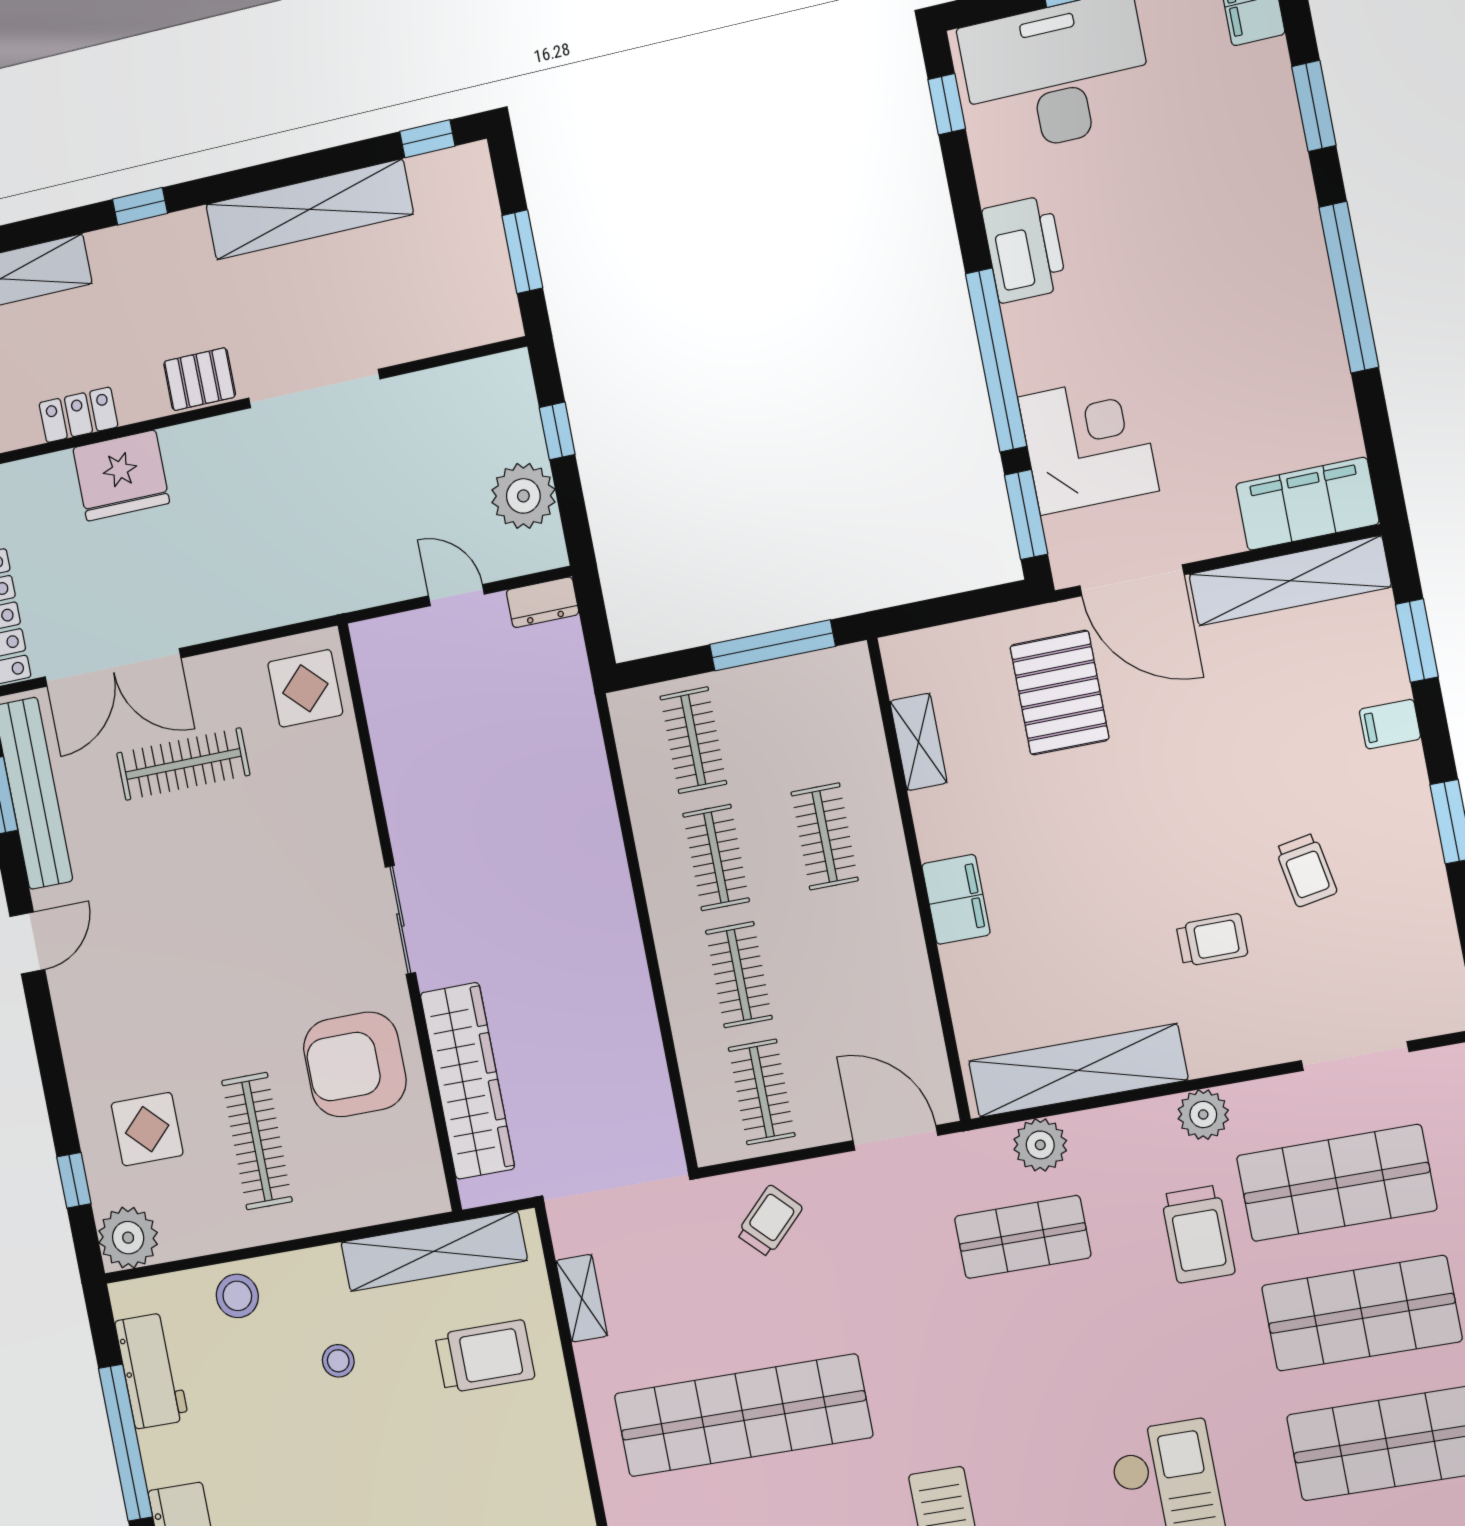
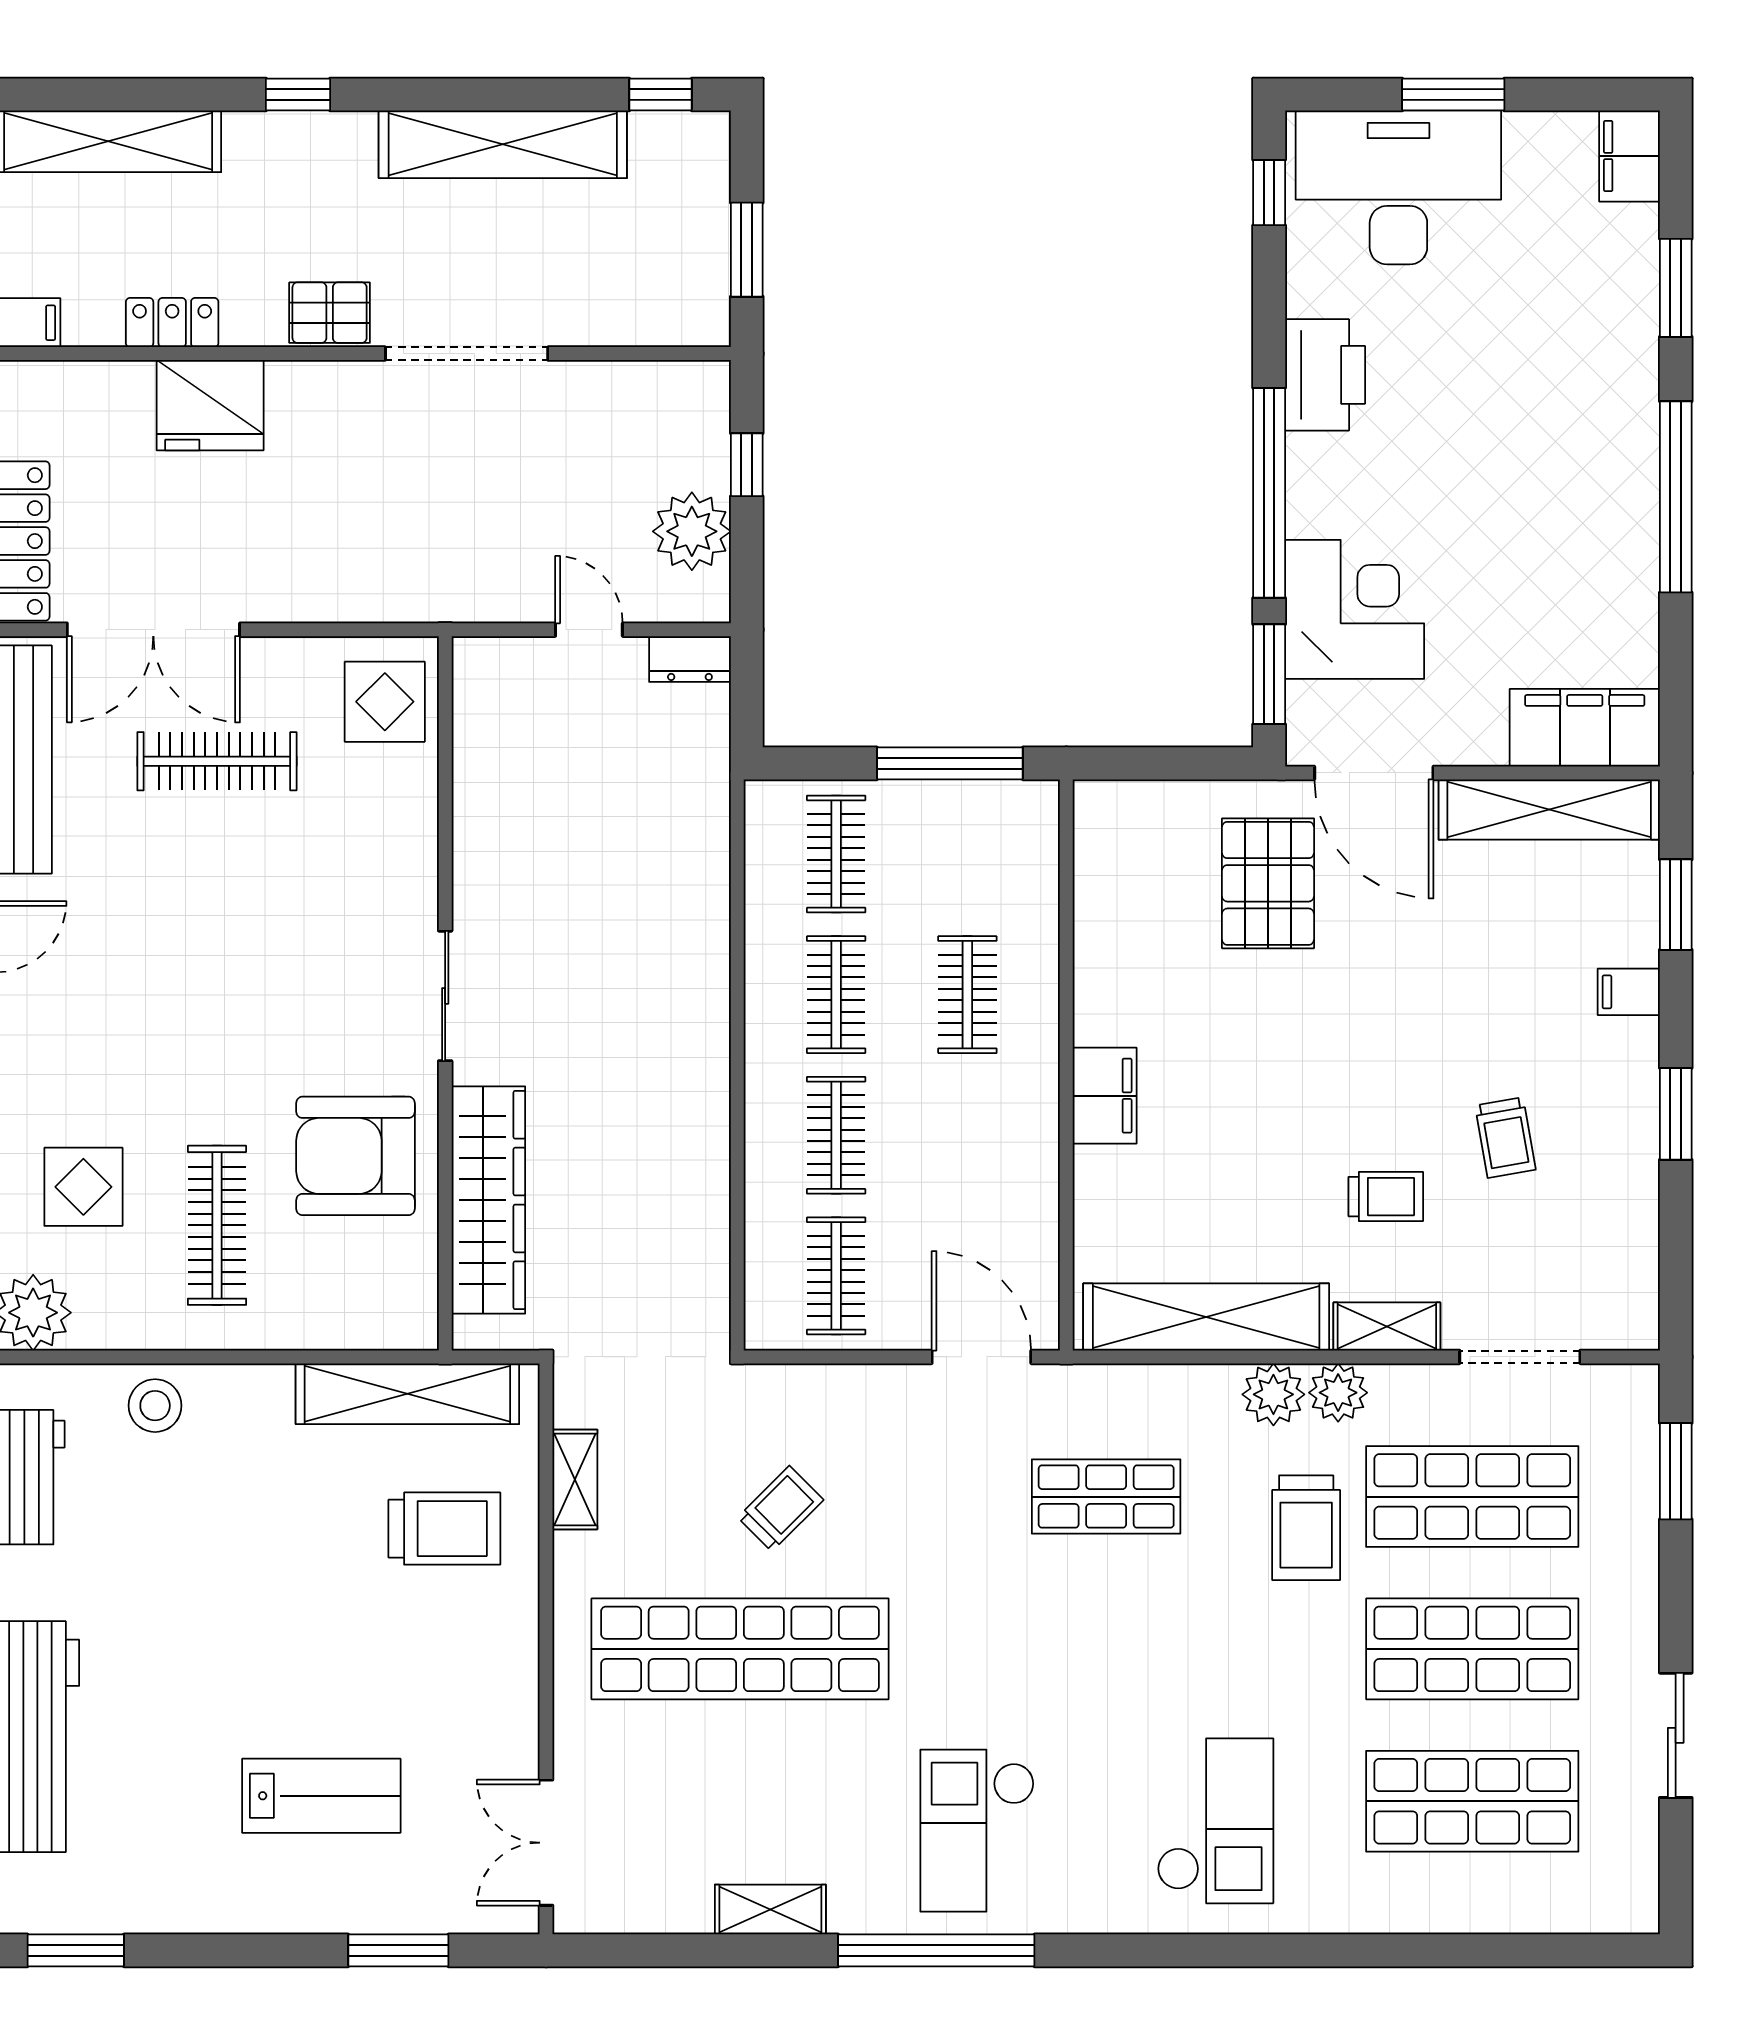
shelving: (919, 742) -> (1387, 1326), moved, turned 90
plant: (1040, 1145) -> (1273, 1394), moved
trolley: (769, 1221) -> (781, 1509), moved
stool: (338, 1361) -> (264, 1504), removed

